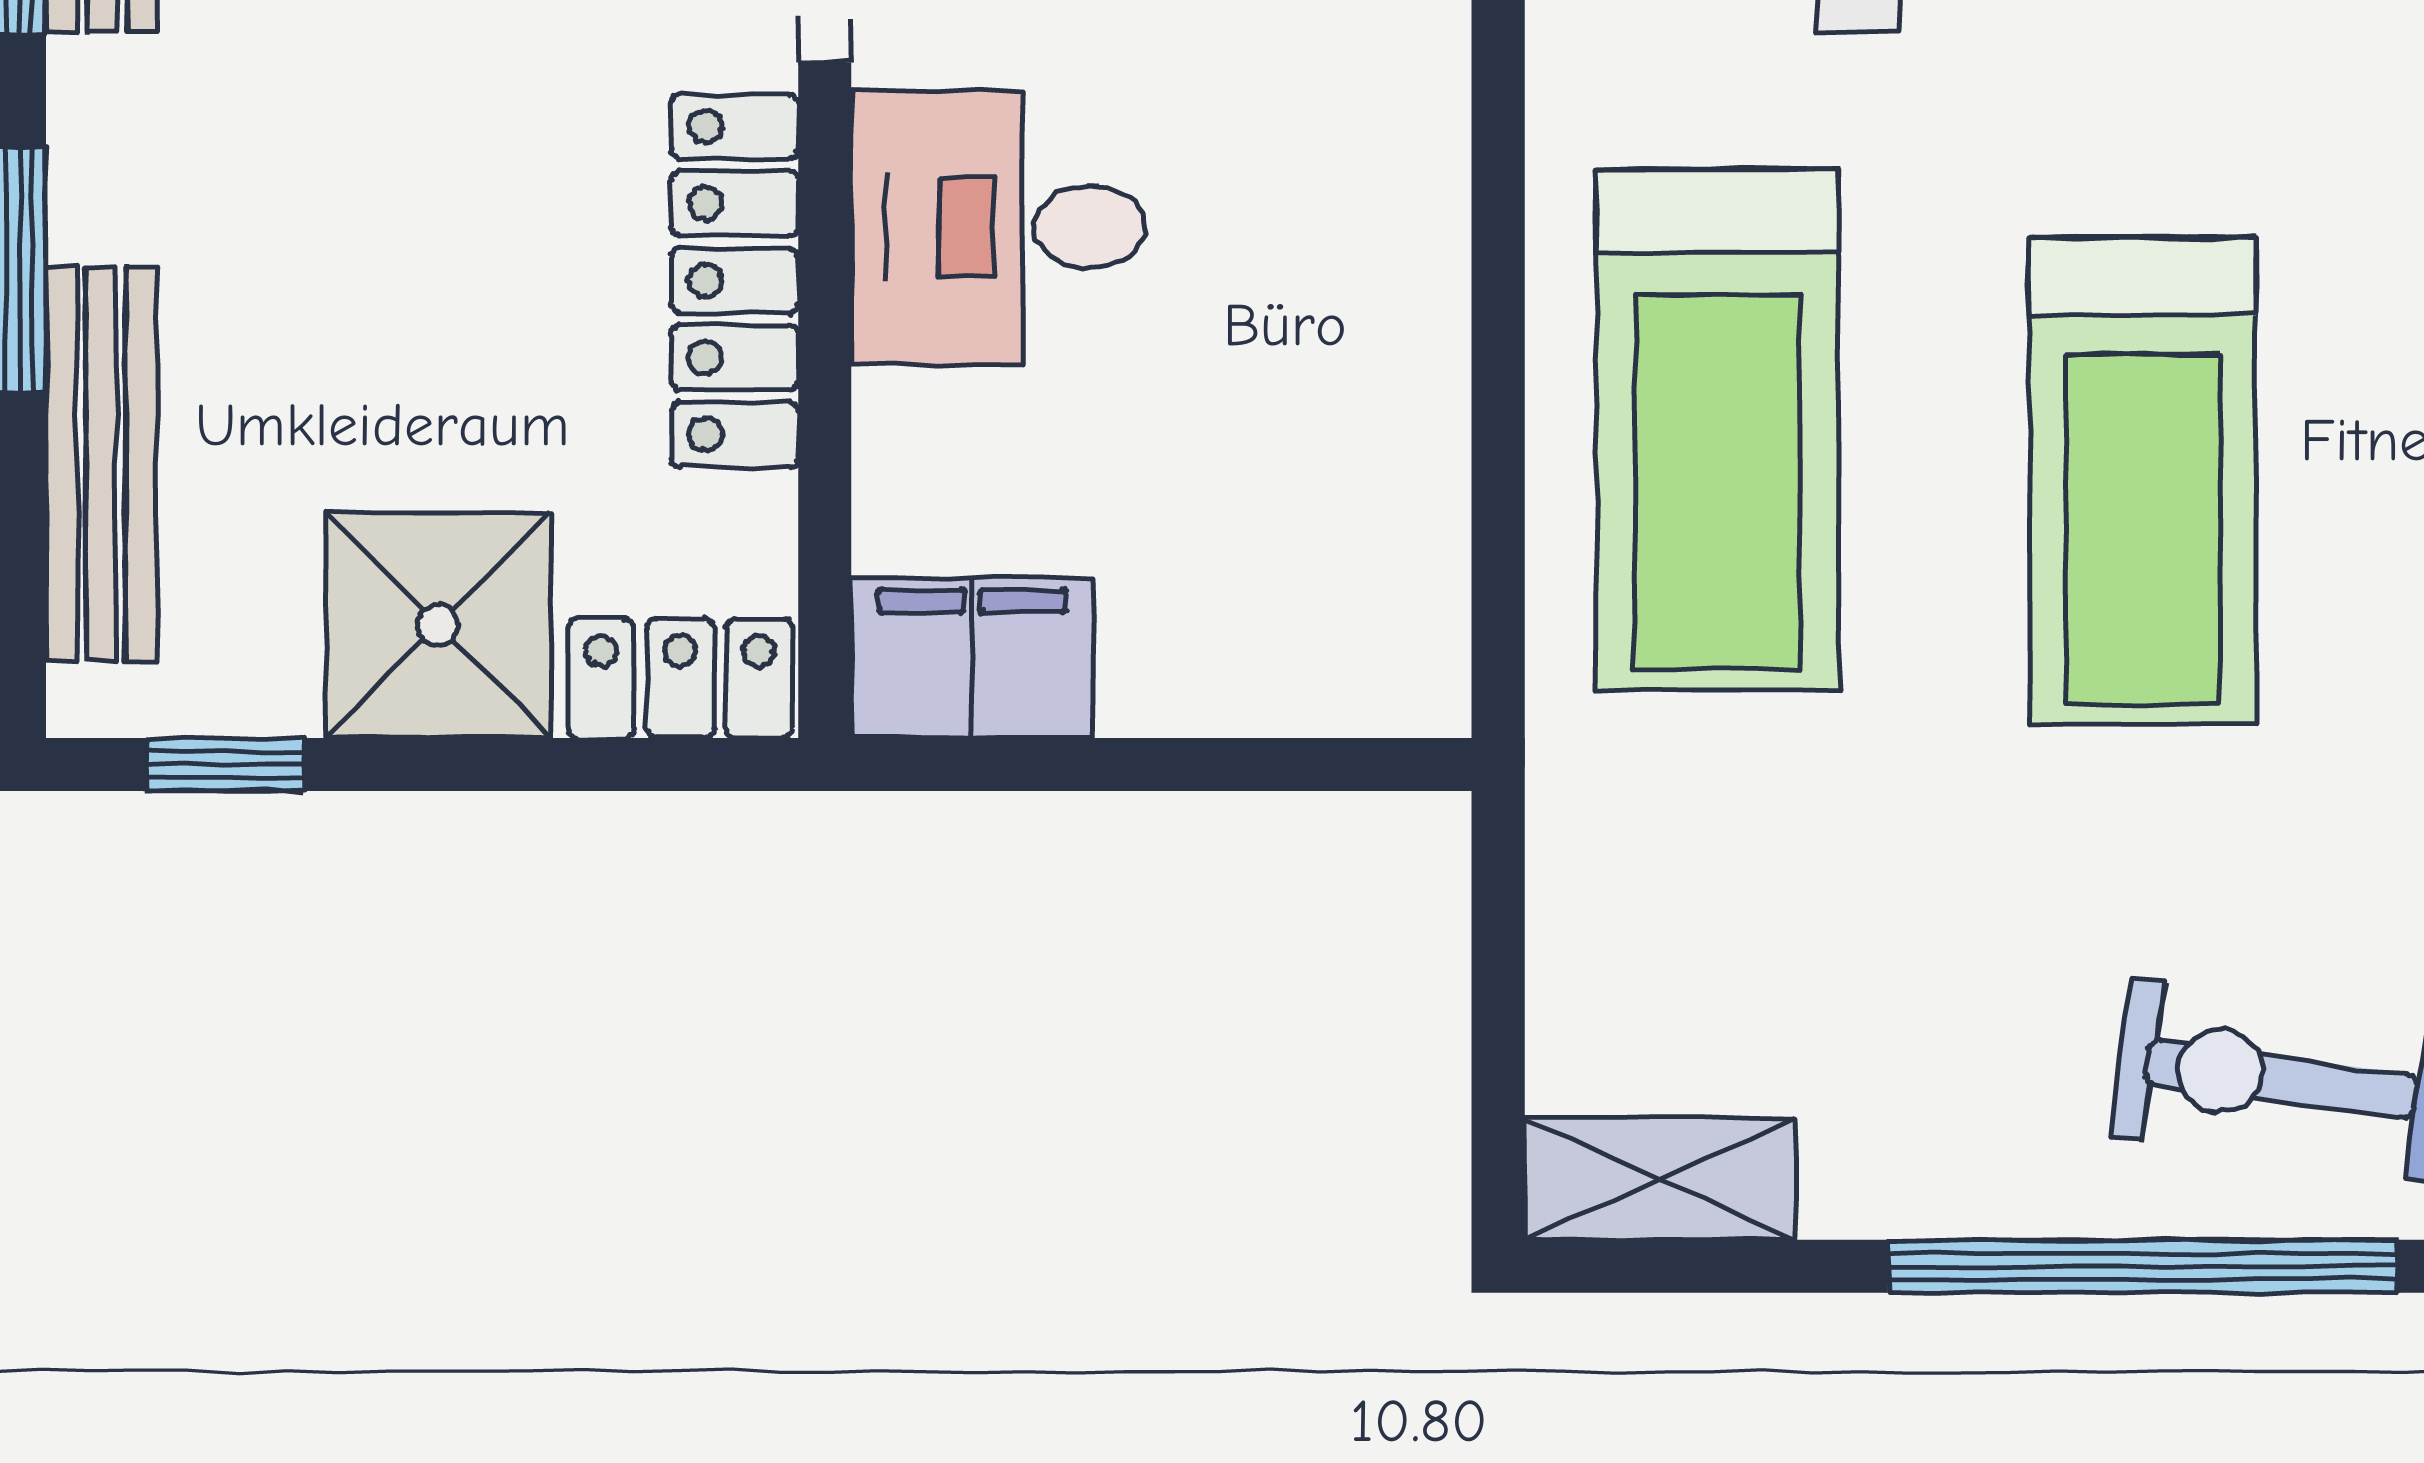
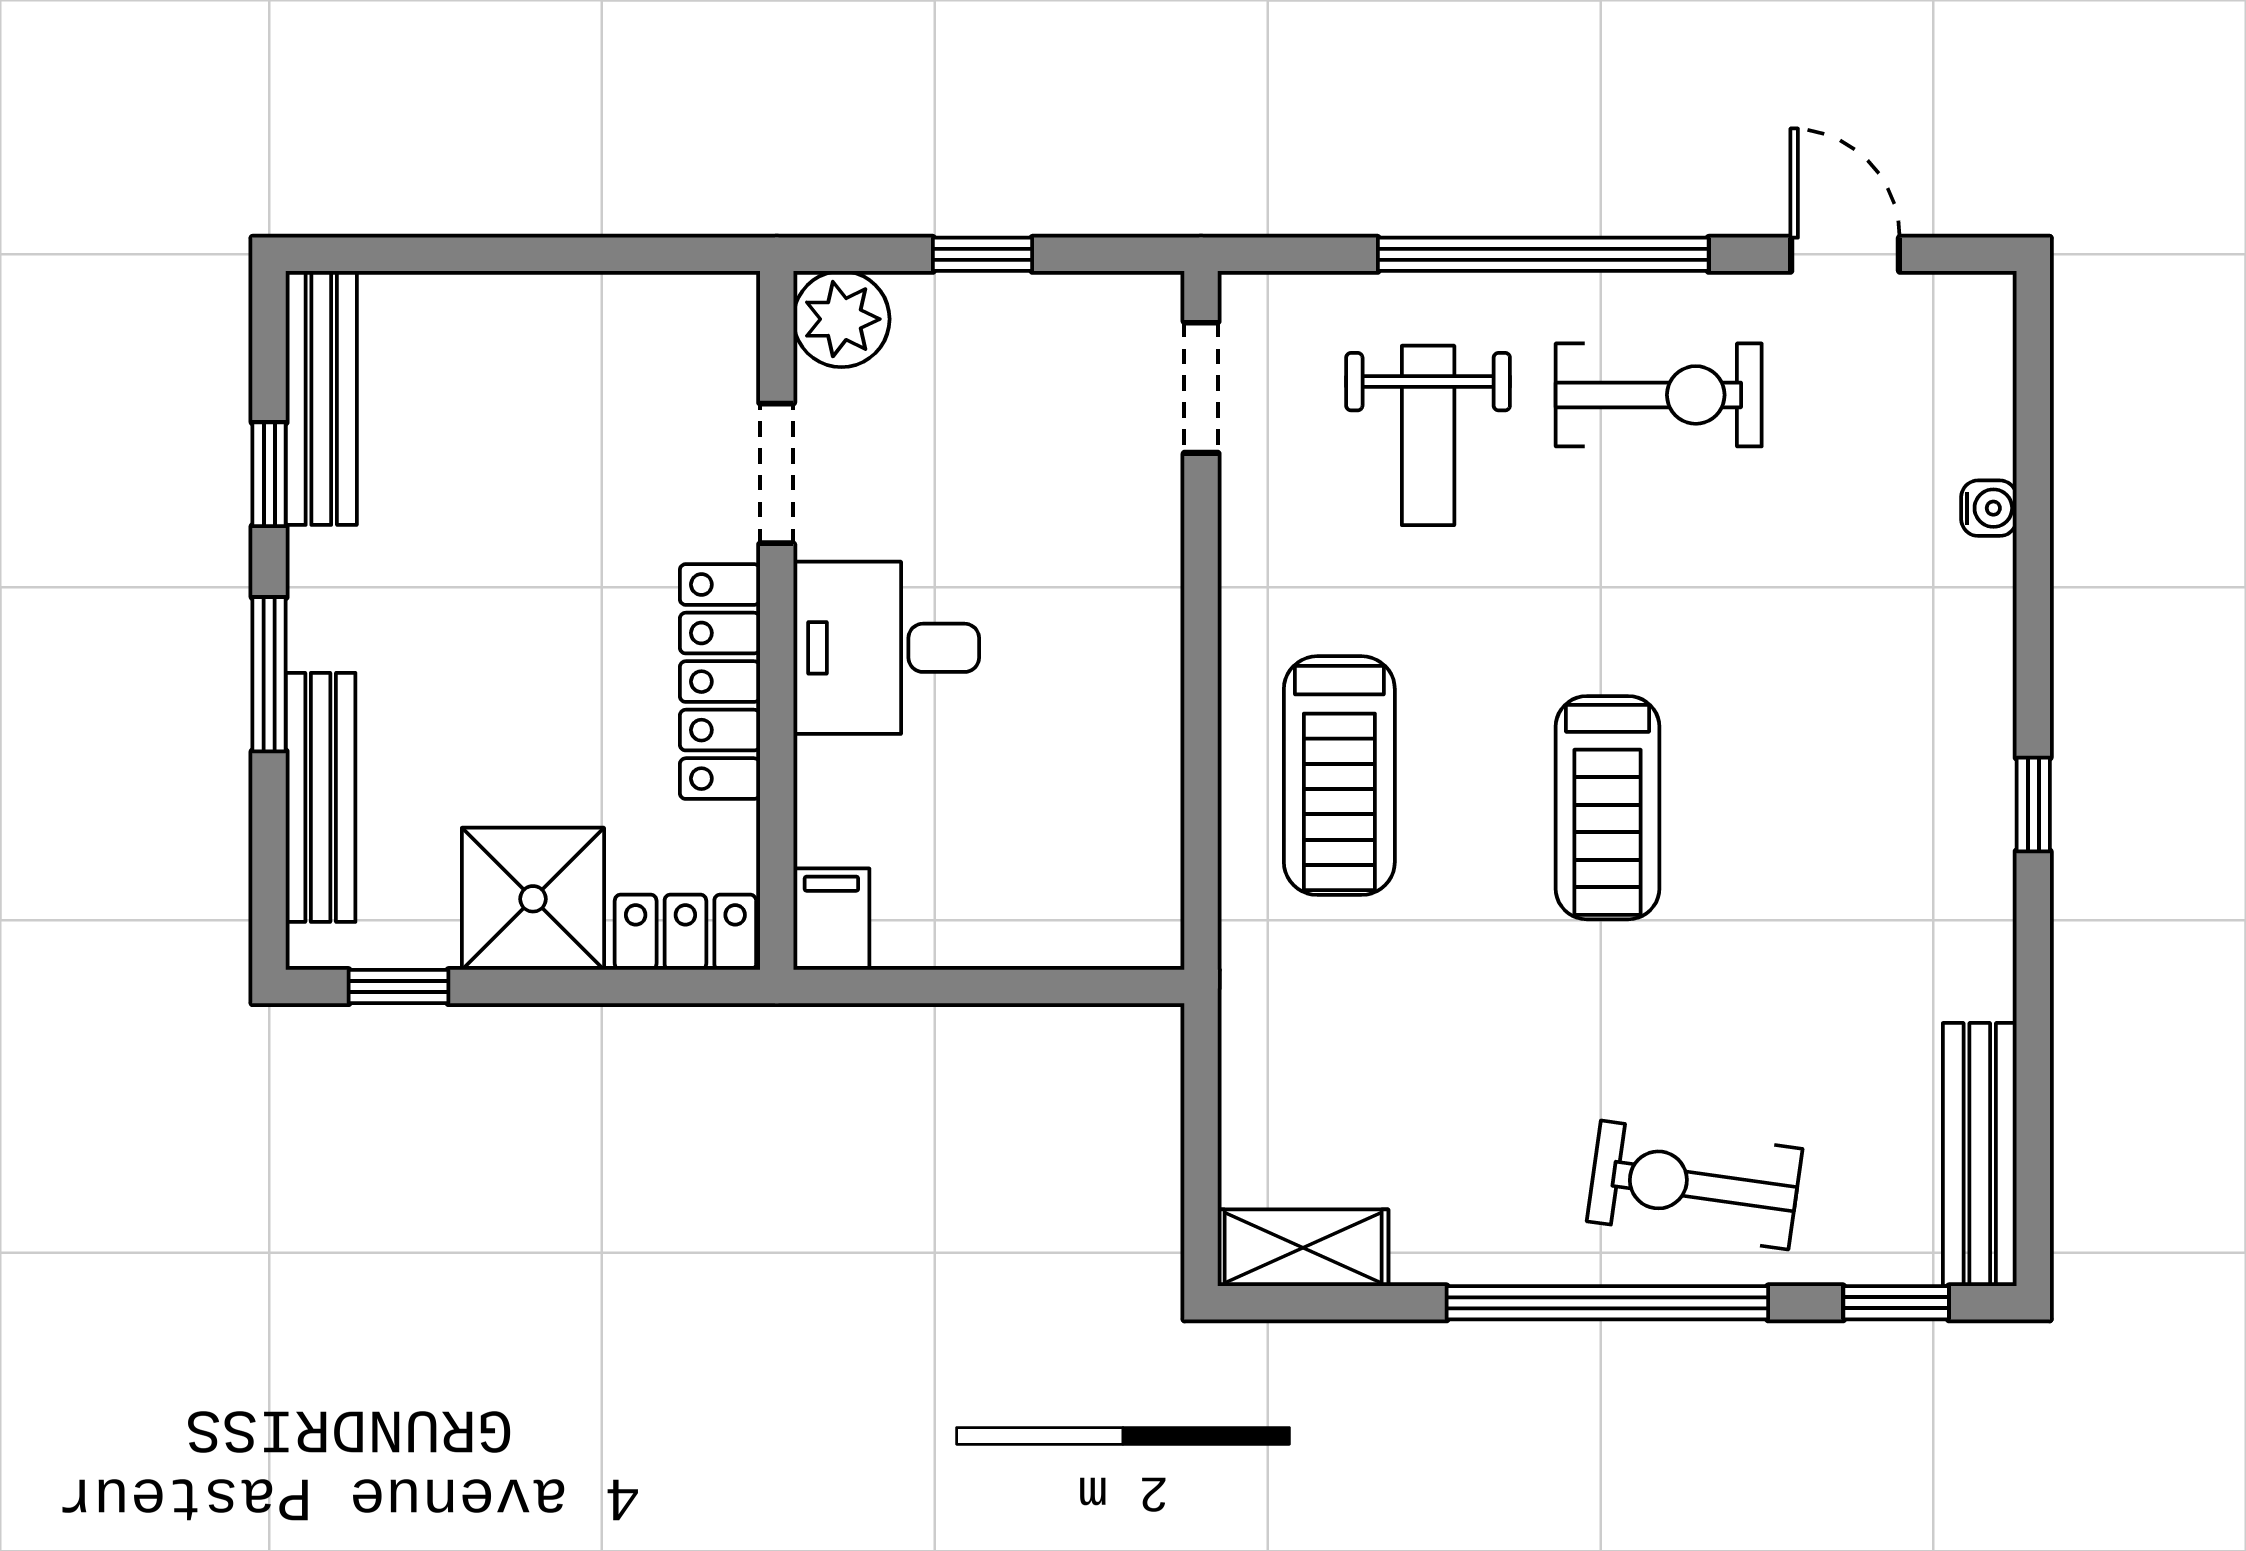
treadmill: (1718, 430) -> (1339, 776), width x0.73, depth x0.73
treadmill: (2143, 481) -> (1608, 808), width x0.73, depth x0.73
filing cabinet: (972, 658) -> (831, 919), width x0.50

